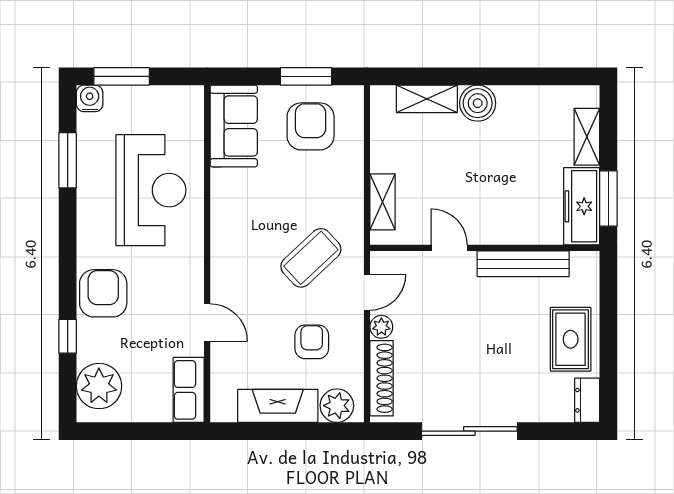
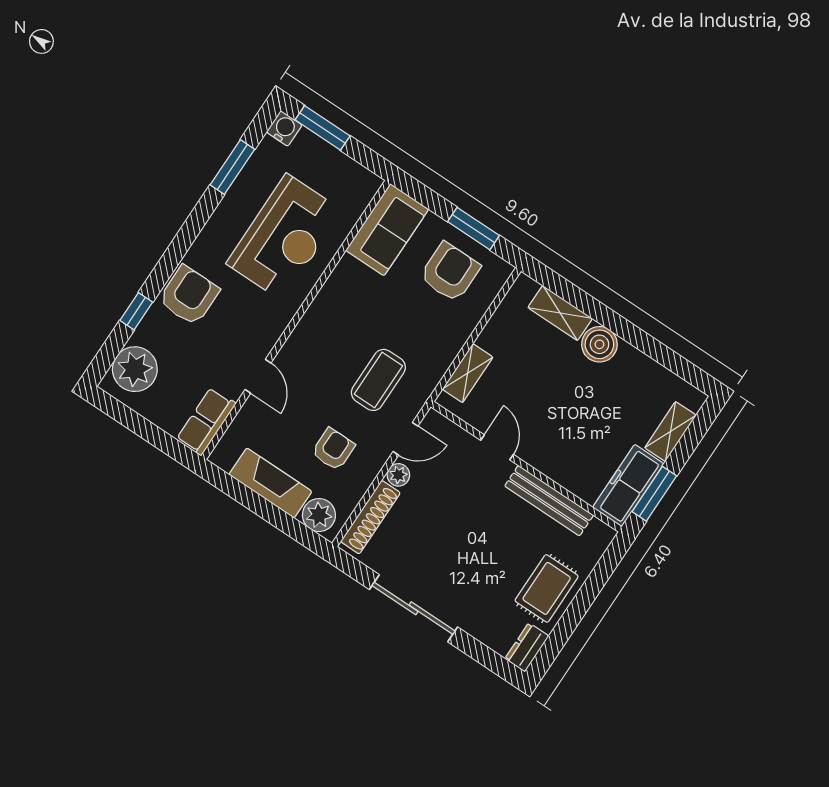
coffee table: (311, 258) -> (378, 380), turned -47

